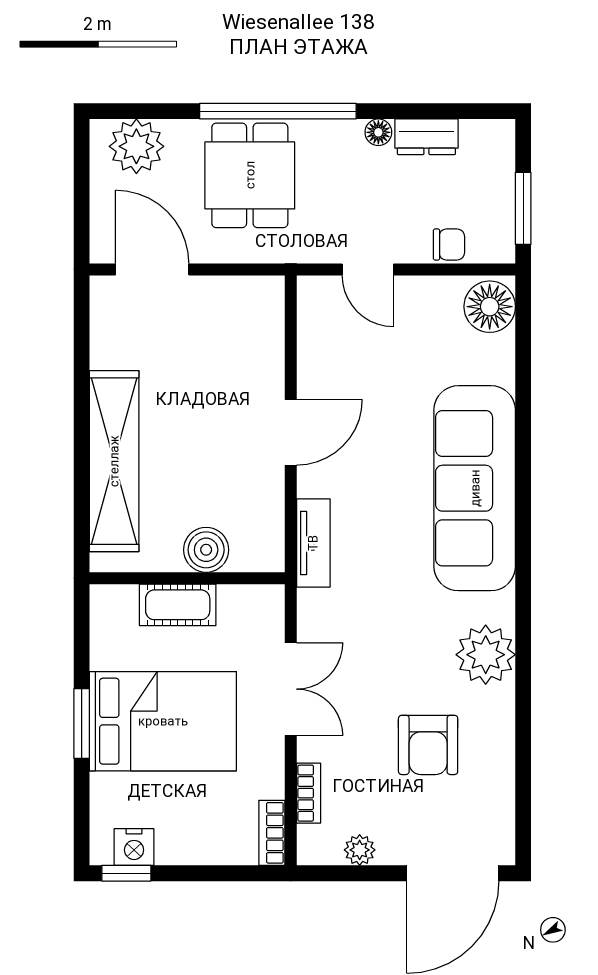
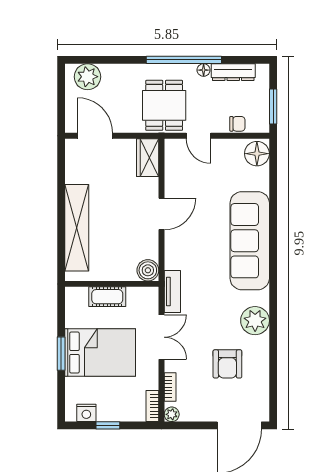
window: (278, 111) -> (184, 60), moved
dresser: (426, 137) -> (233, 72), width x1.44
dining table: (250, 175) -> (164, 105), moved
wardrobe: (262, 315) -> (148, 158), added
tv unit: (313, 543) -> (172, 291), moved
boiler: (206, 550) -> (148, 270), moved
plant: (360, 850) -> (172, 414), moved
window: (126, 873) -> (108, 425), moved

